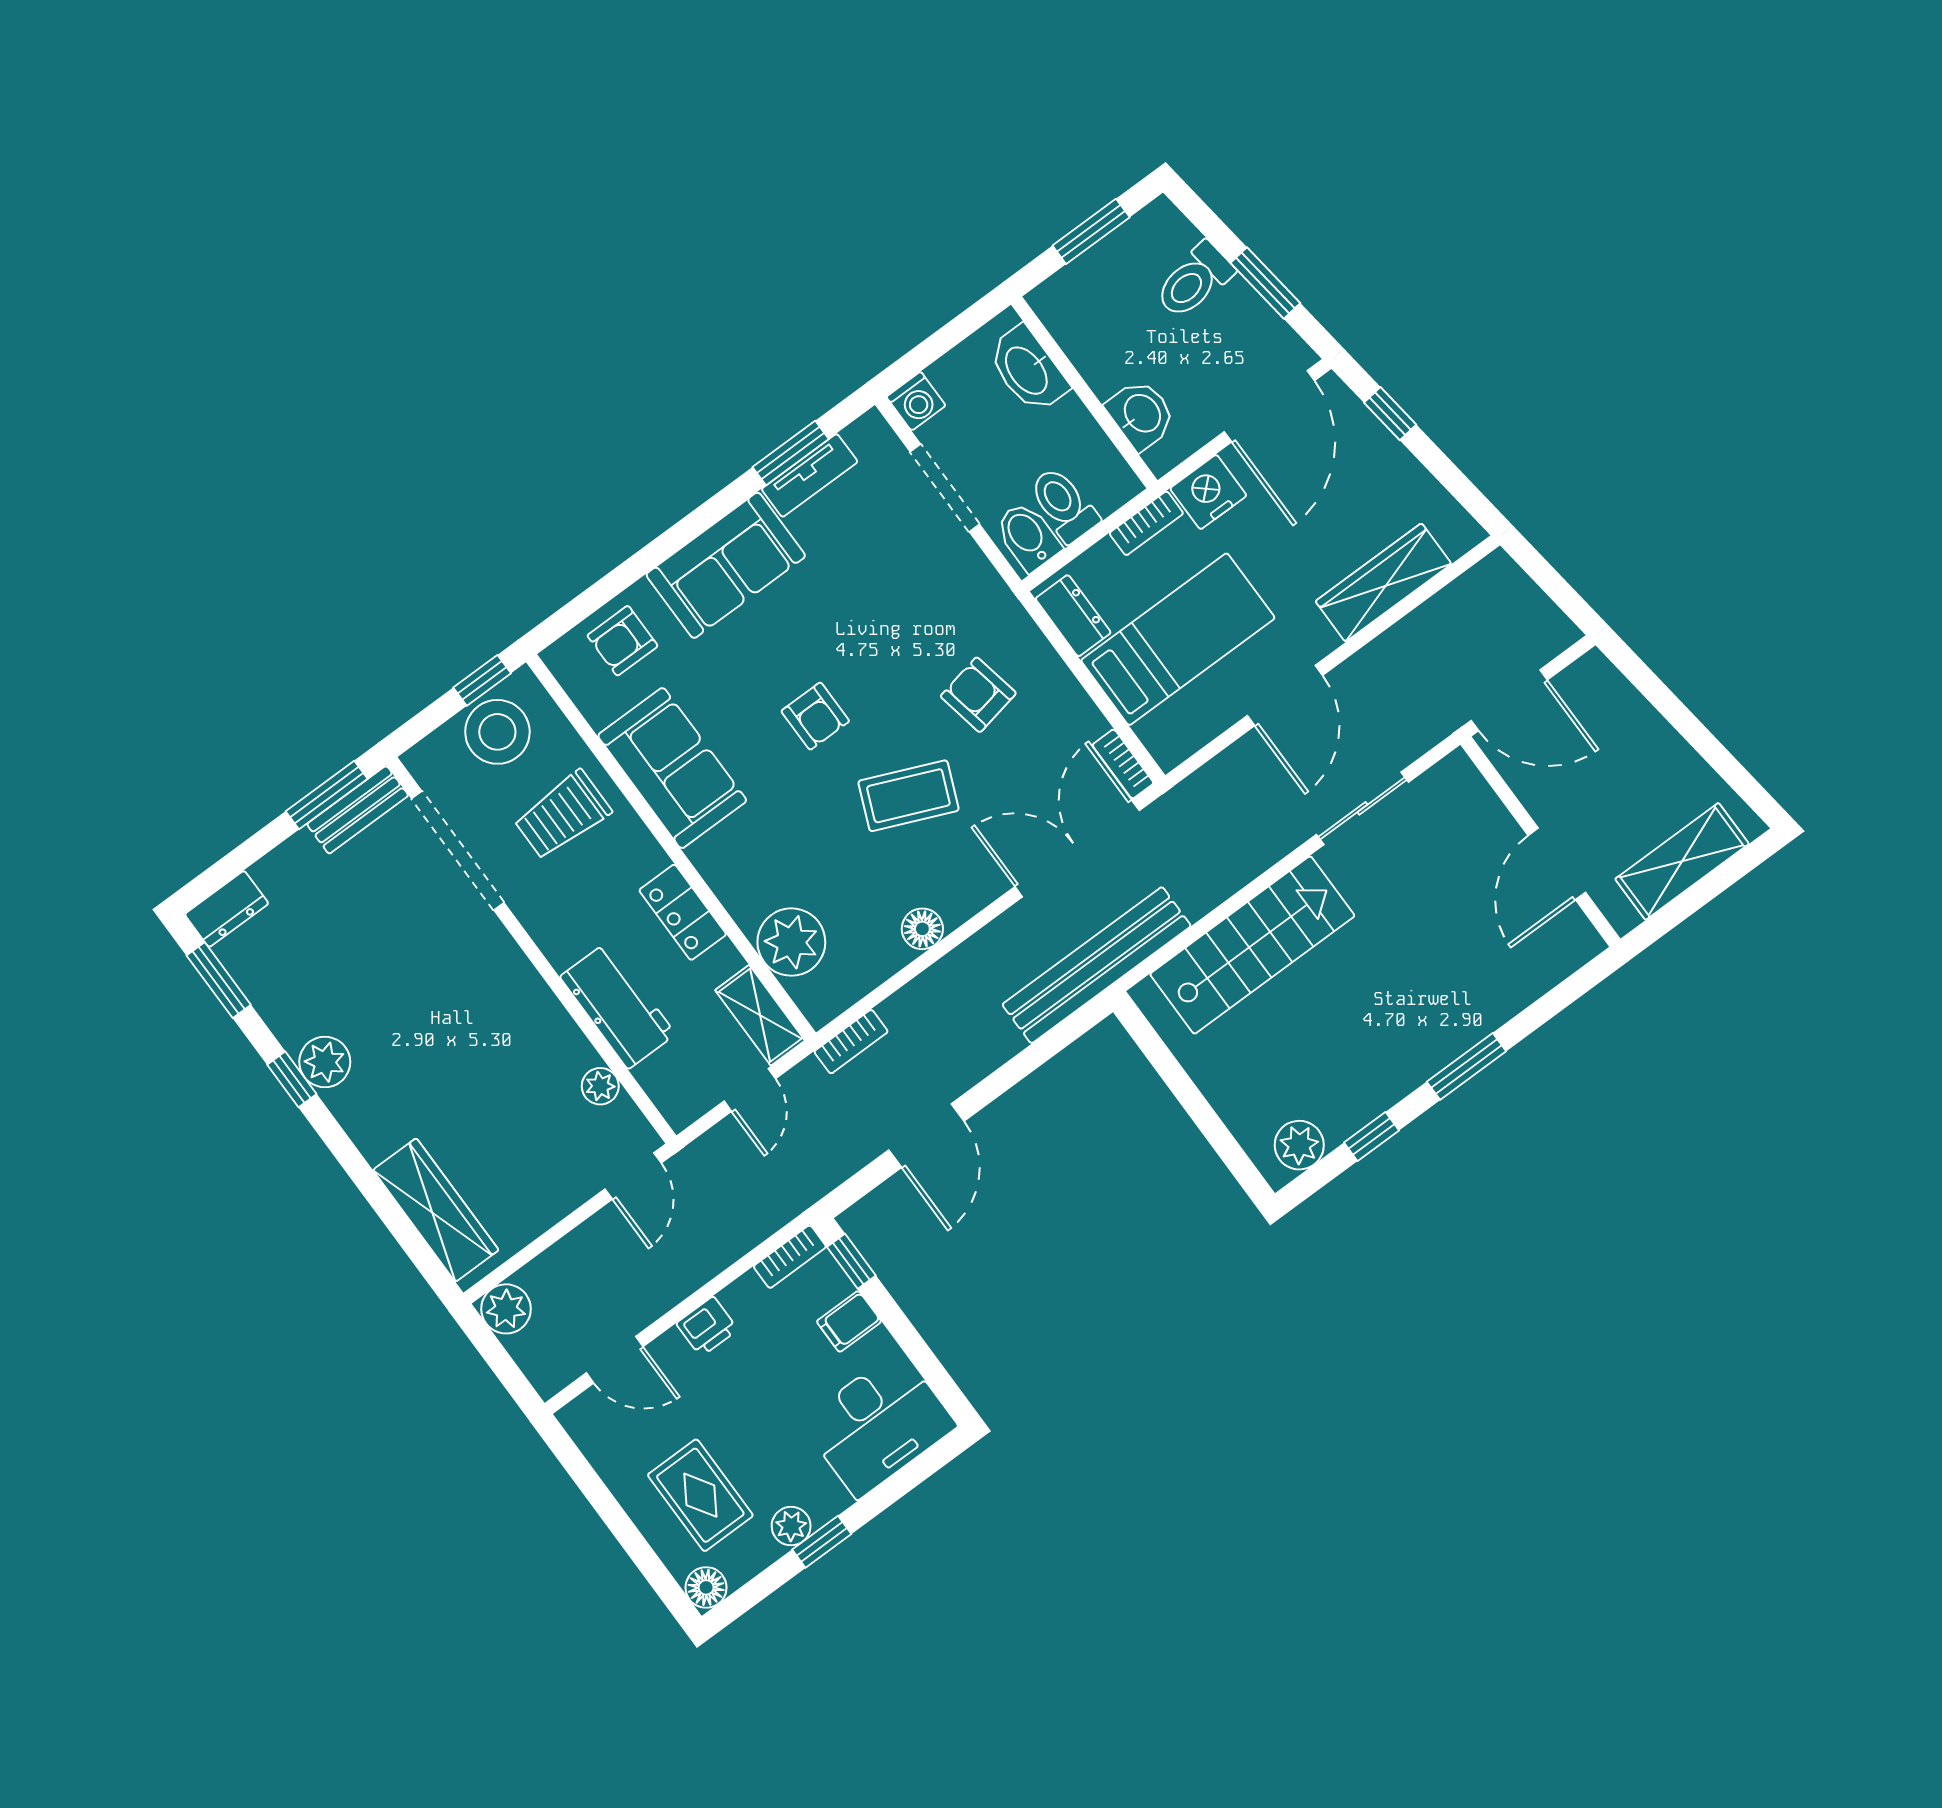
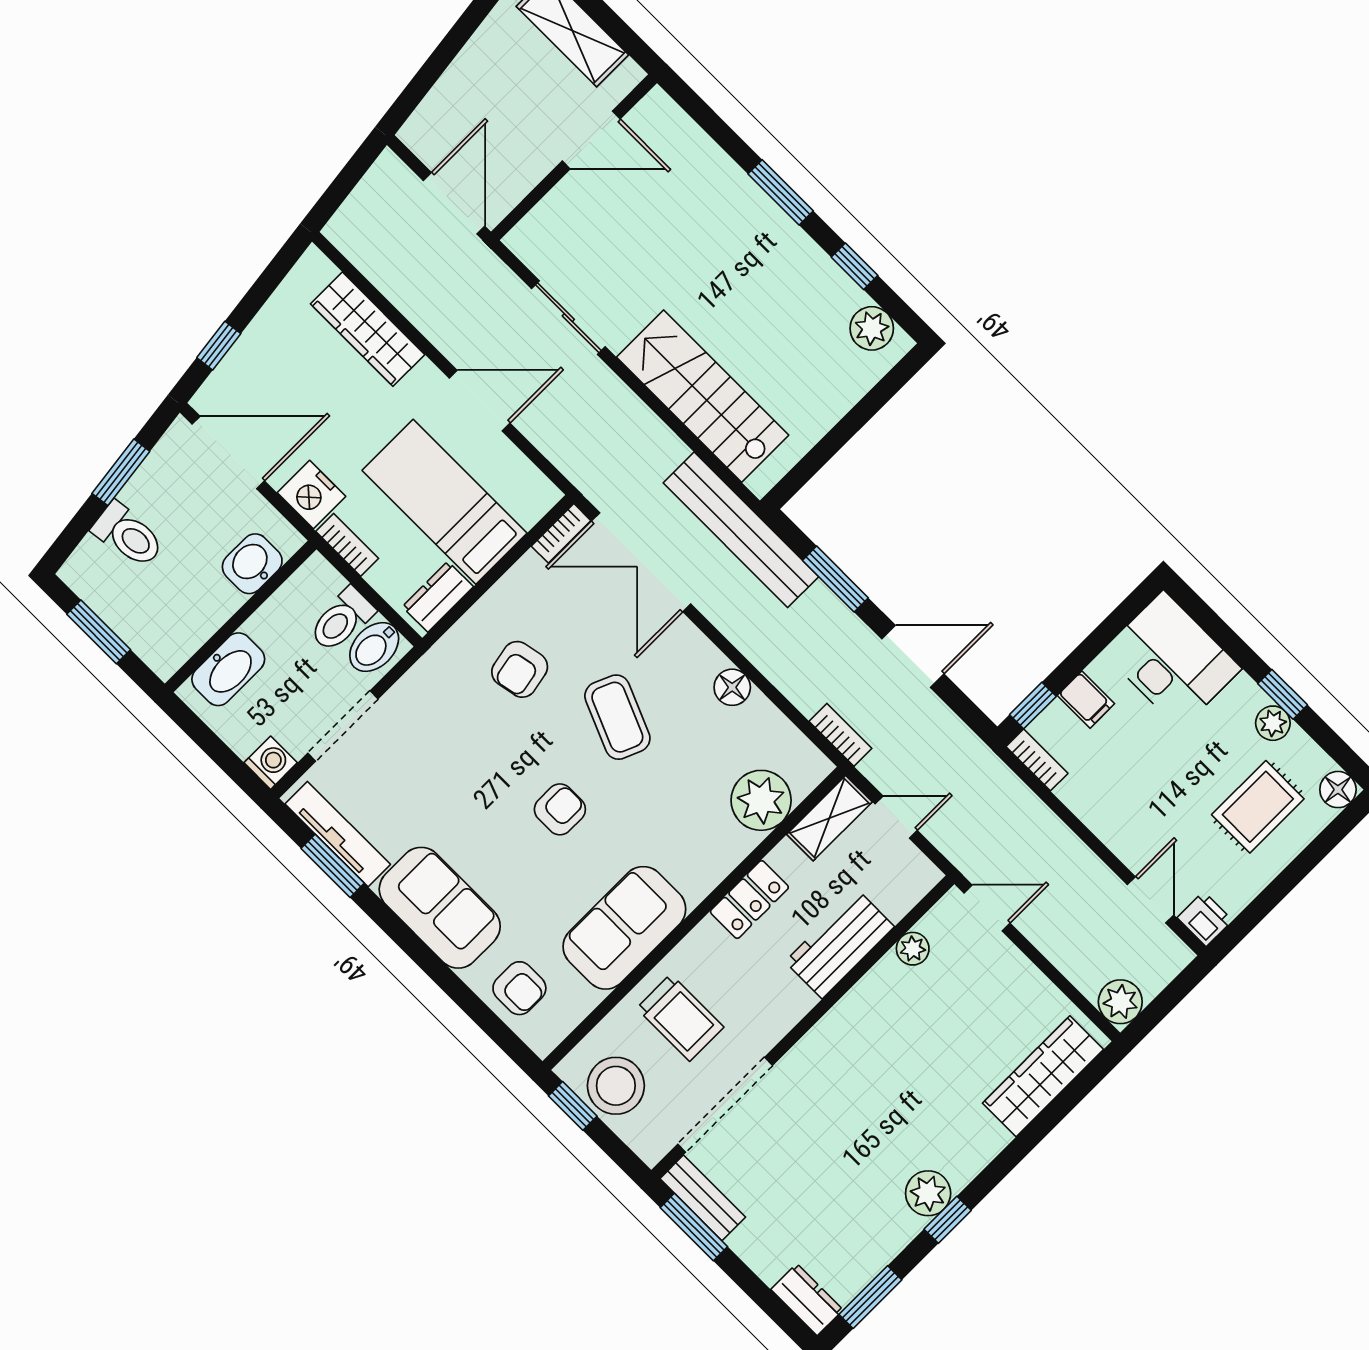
tv unit: (810, 475) -> (338, 834), width x1.41
window: (1026, 1062) -> (835, 579), added
printer: (707, 1327) -> (1205, 919), moved

